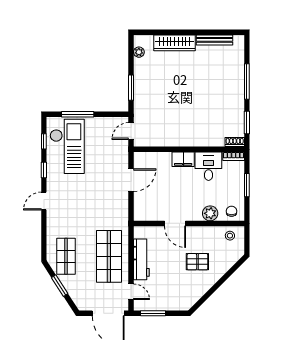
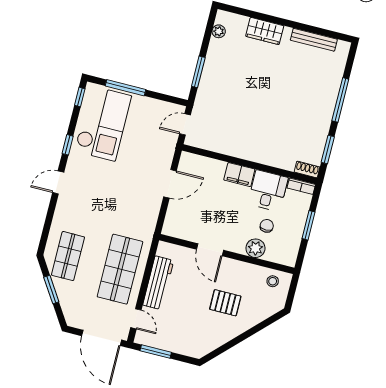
wardrobe: (175, 43) -> (265, 31), width x0.67
window: (44, 141) -> (80, 97), moved
chair: (232, 211) -> (267, 226), moved

